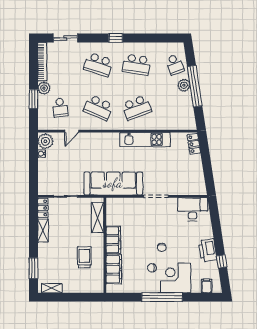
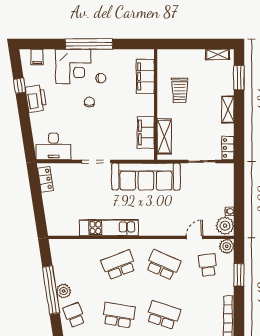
plant: (44, 88) -> (227, 246), moved
locker: (194, 144) -> (45, 179), moved
shelving: (43, 231) -> (228, 109), moved
filing cabinet: (113, 240) -> (146, 133), moved

